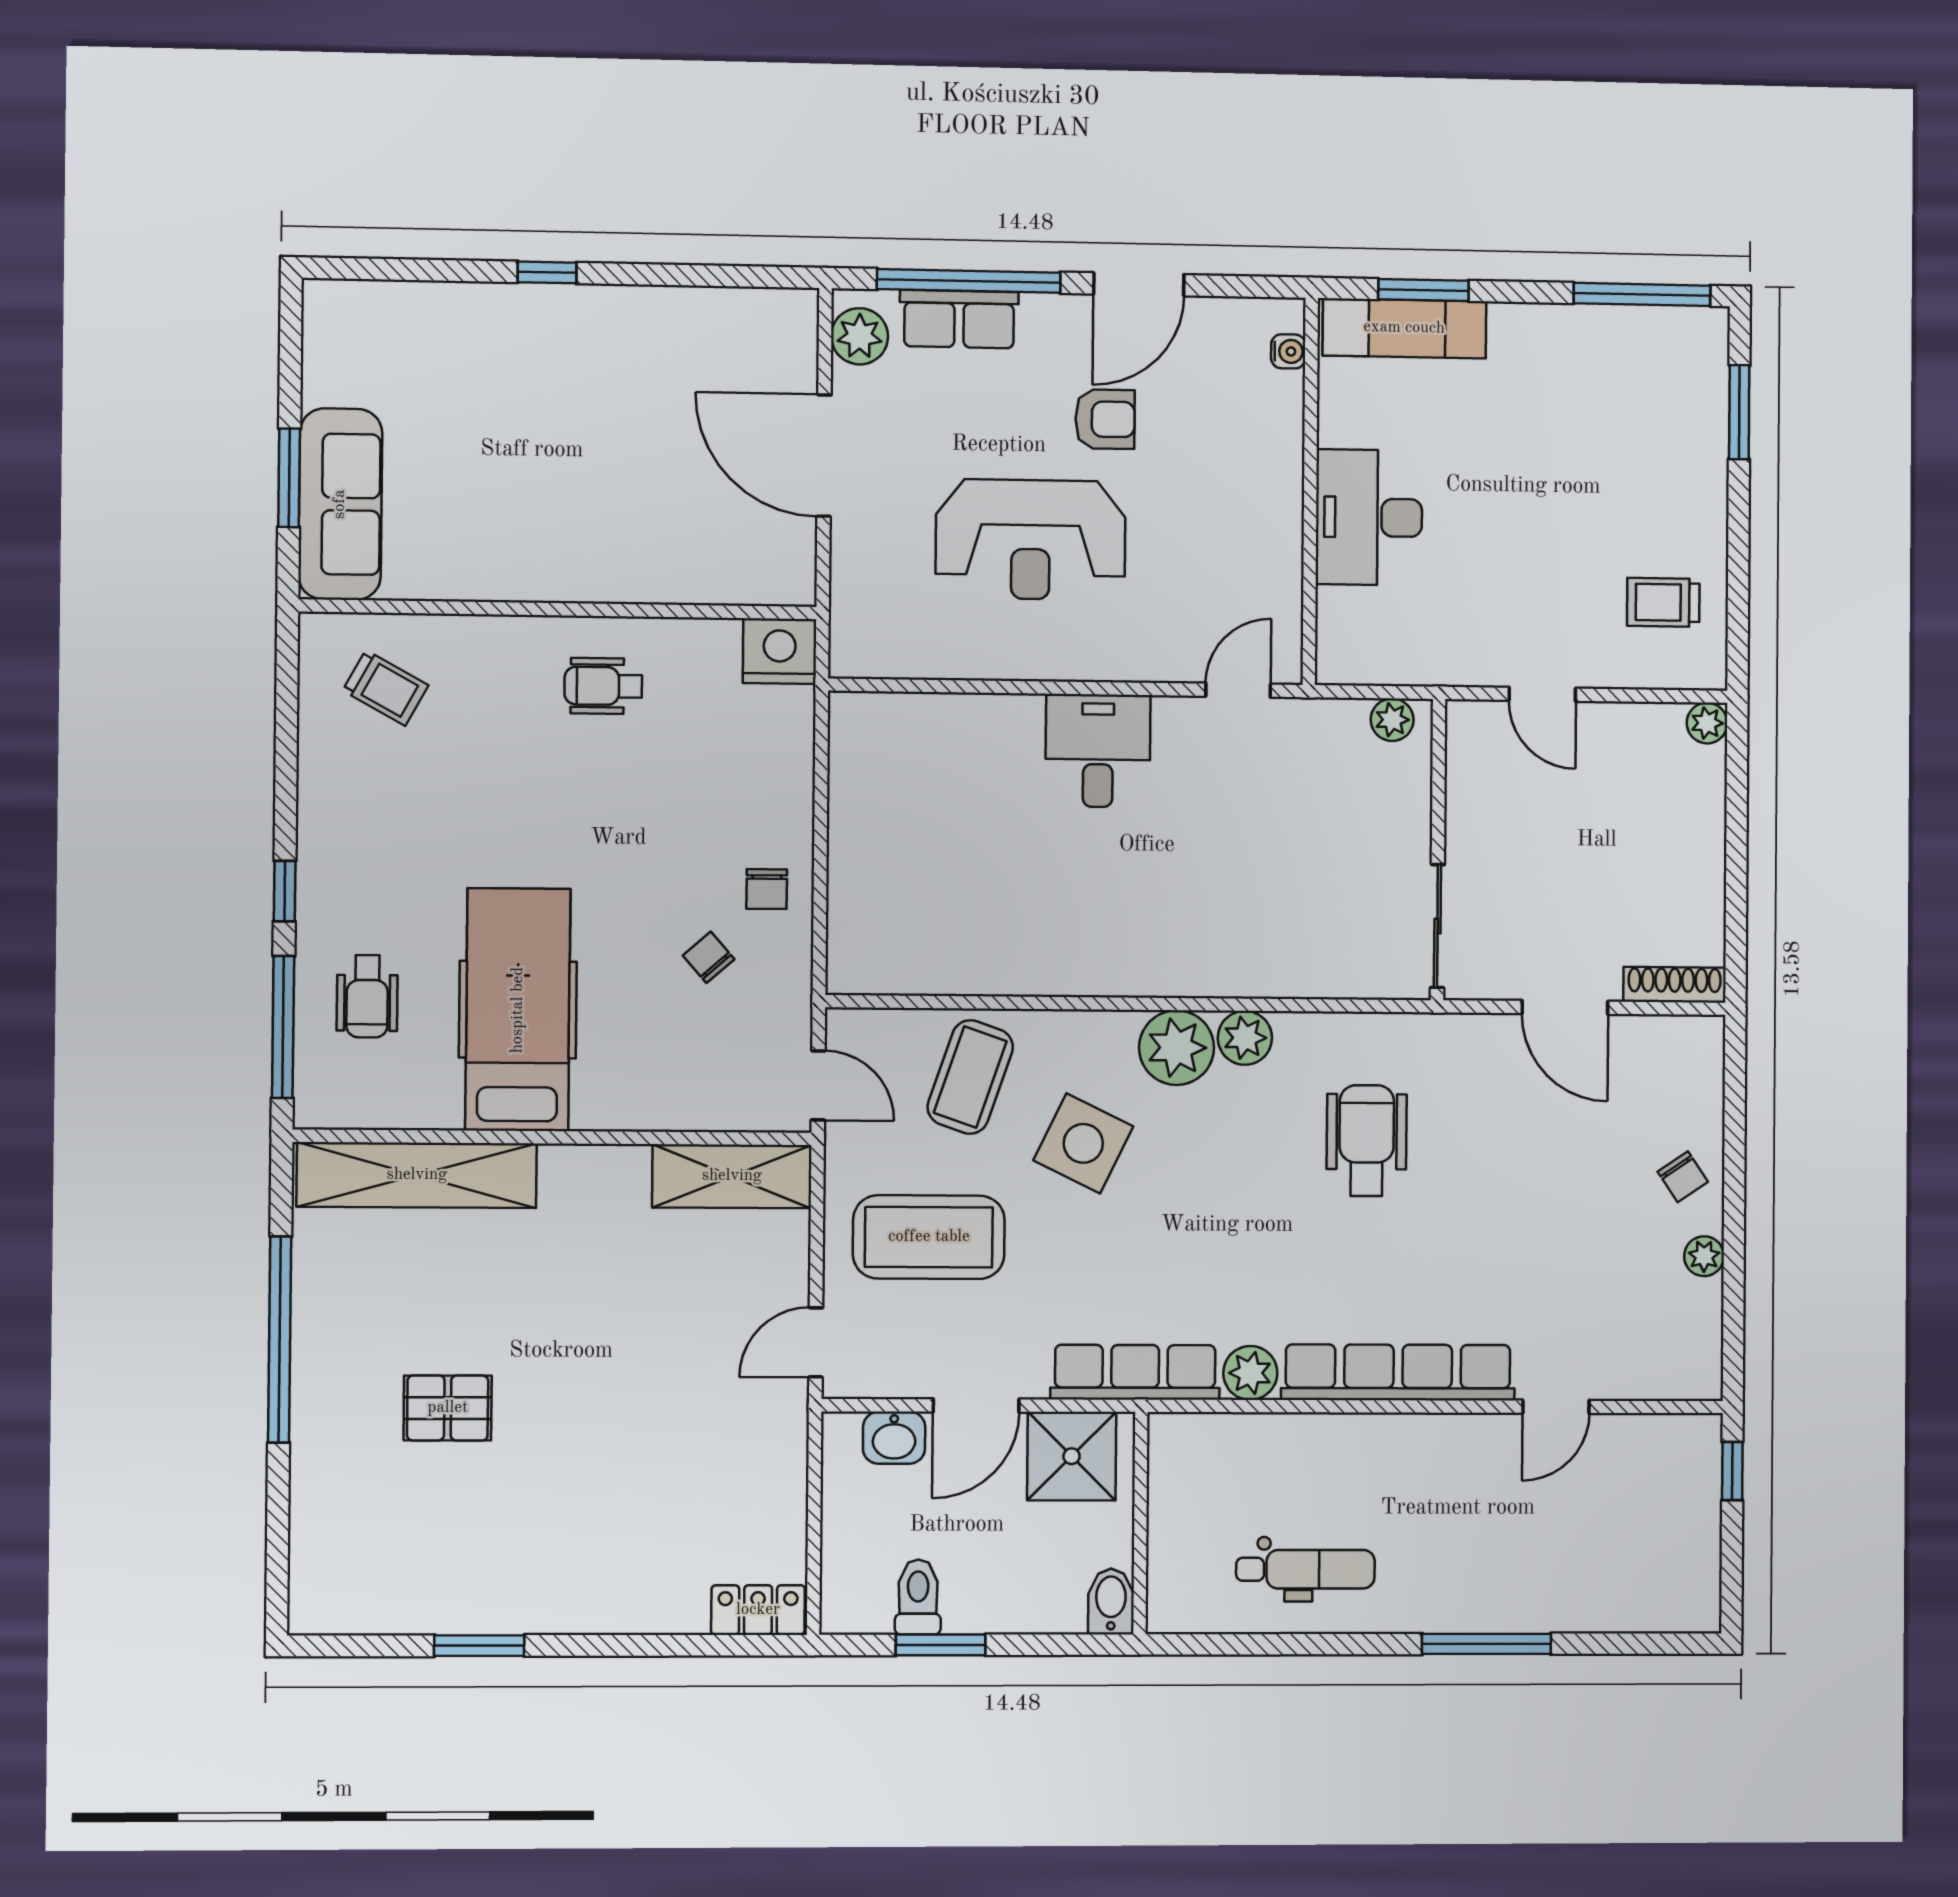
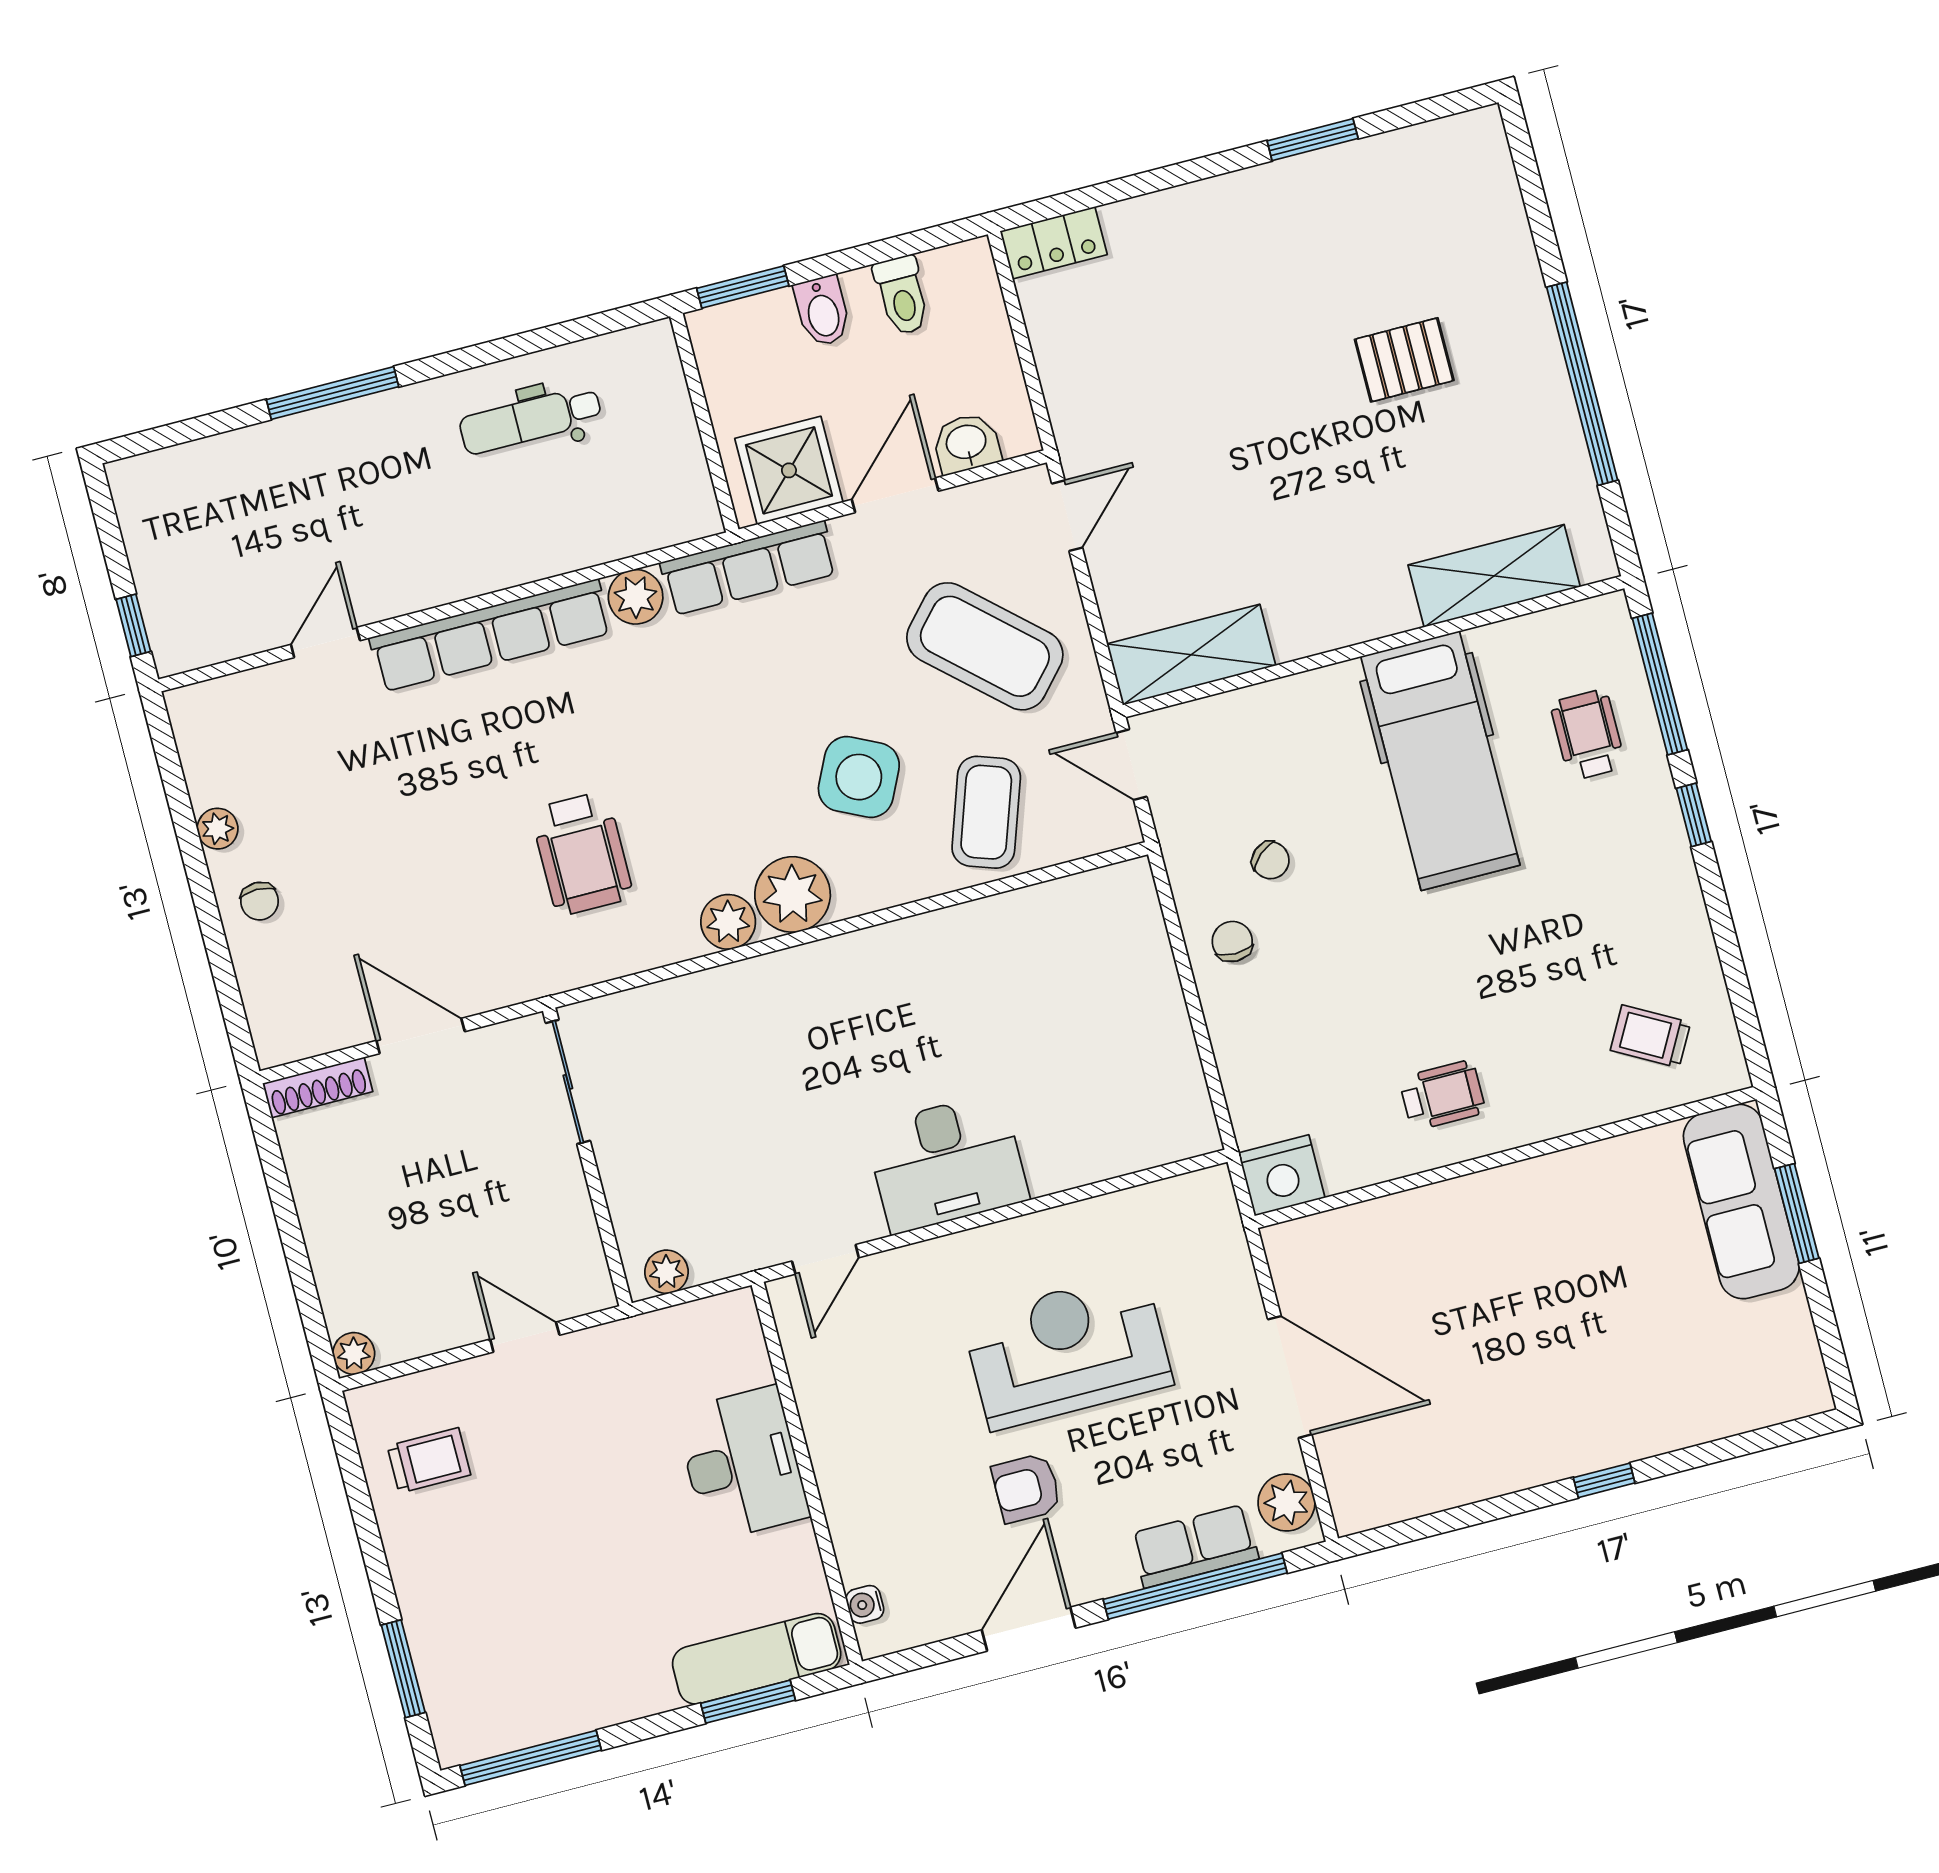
desk: (1098, 751) -> (947, 1163), width x1.37
shelving: (417, 1175) -> (1494, 576), width x0.68
chair: (1683, 1177) -> (259, 901), turned -146
coffee table: (929, 1237) -> (985, 646), turned 42
bidet: (1111, 1601) -> (822, 311), moved
window: (941, 1645) -> (743, 287), moved

